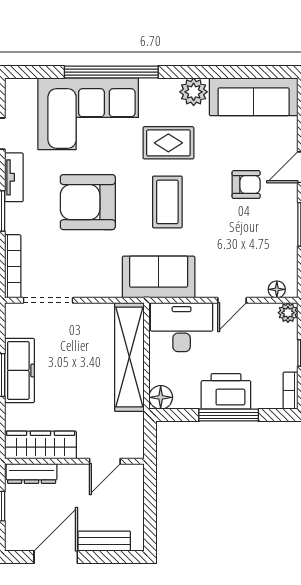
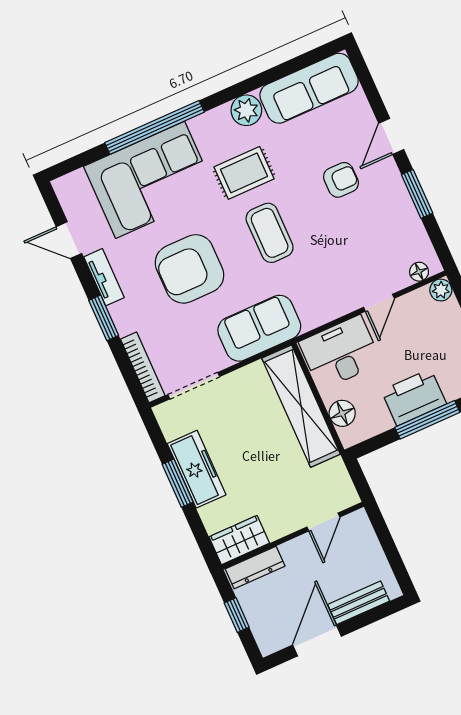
sofa: (159, 277) -> (259, 328), moved
floor lamp: (161, 397) -> (342, 413), moved
wardrobe: (41, 445) -> (239, 540), width x0.67

